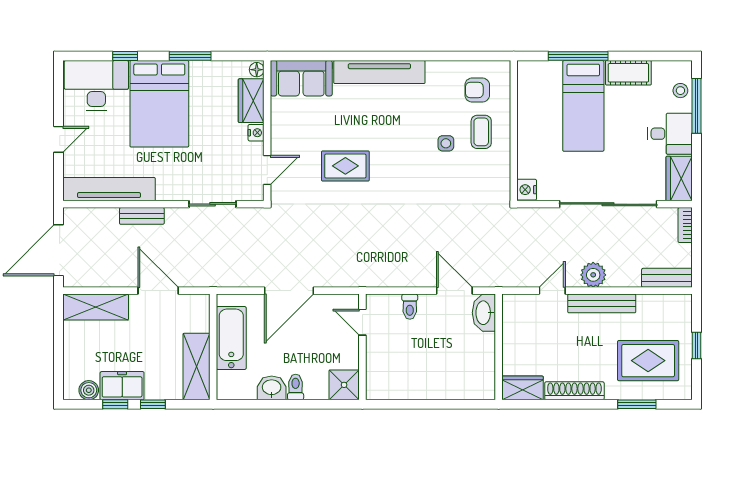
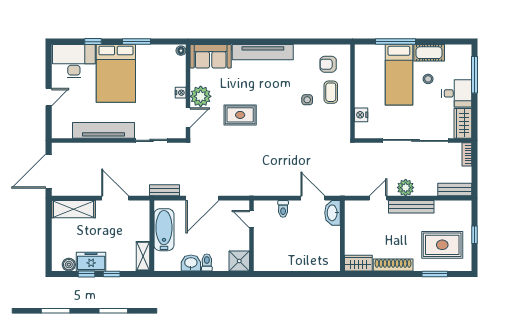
stool: (680, 91) -> (428, 79), moved
wardrobe: (251, 101) -> (177, 71), removed
plant: (286, 138) -> (201, 96), added
tv unit: (109, 189) -> (104, 130), moved
nightstand: (527, 190) -> (361, 115), moved
bench: (142, 216) -> (164, 190), moved
shelving: (197, 366) -> (143, 256), width x0.67, depth x0.75

